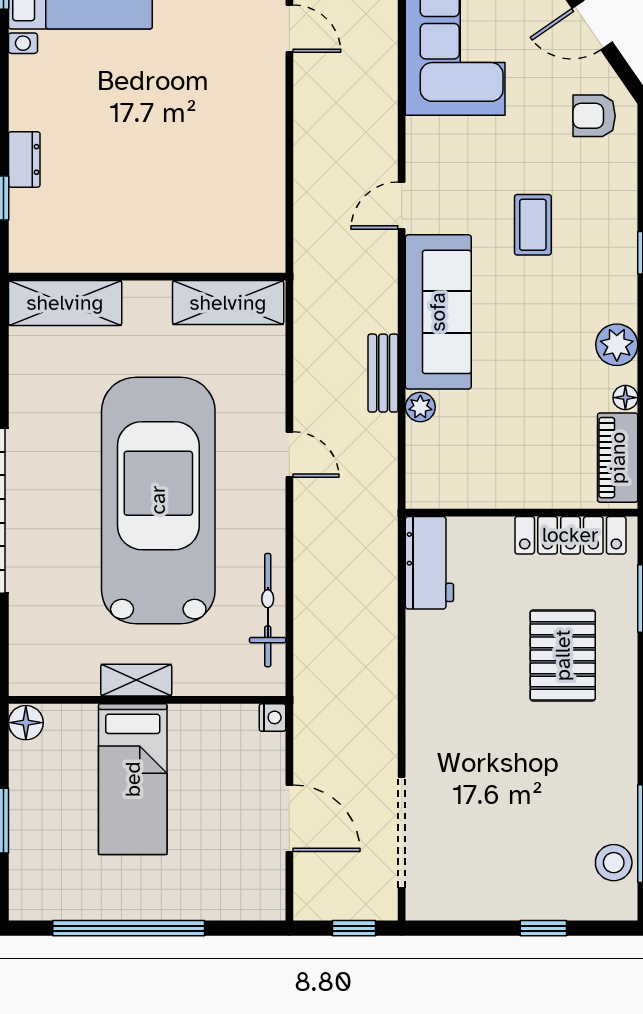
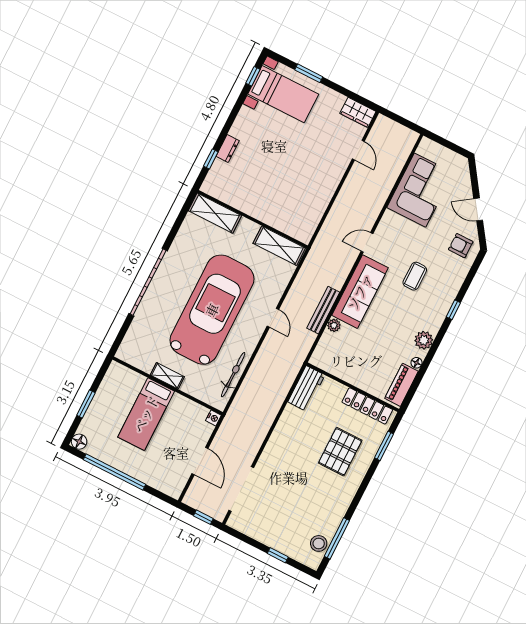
bench: (383, 373) -> (323, 310), width x1.36
floor lamp: (26, 723) -> (79, 442), moved

